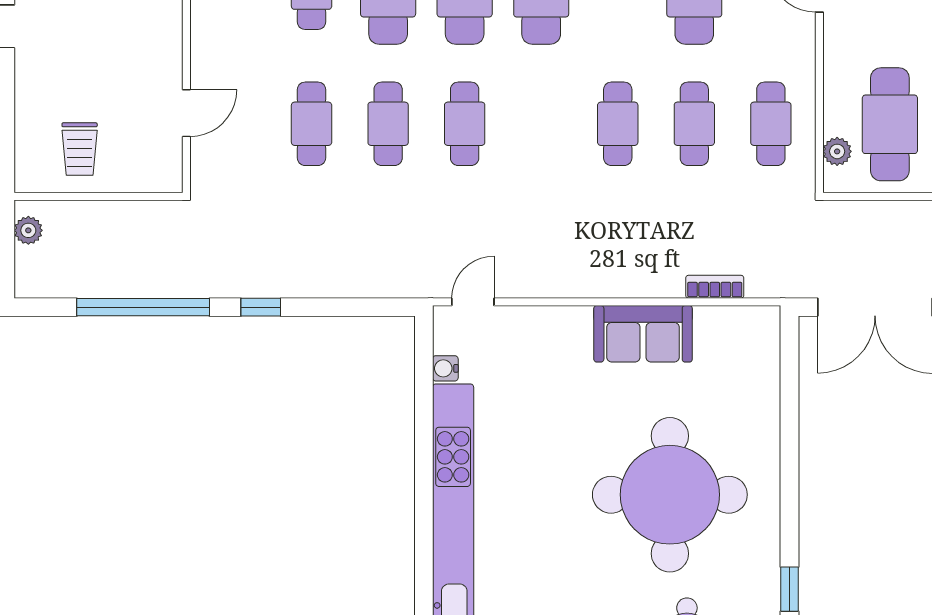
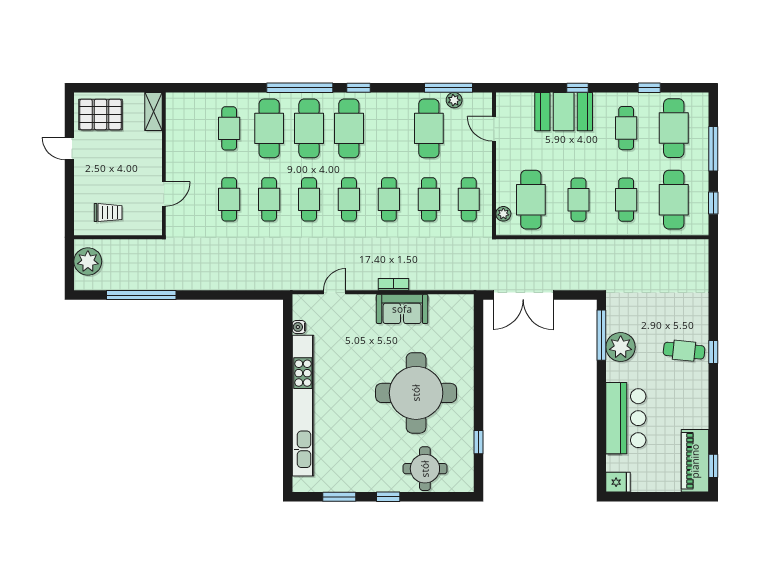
cafe table: (541, 124) -> (349, 199), added
trolley: (80, 149) -> (108, 213), turned -90
plant: (28, 230) -> (88, 261), width x1.88, depth x1.88
bookcase: (715, 287) -> (393, 284), moved
door: (473, 302) -> (335, 292), moved
window: (261, 307) -> (203, 295), removed

